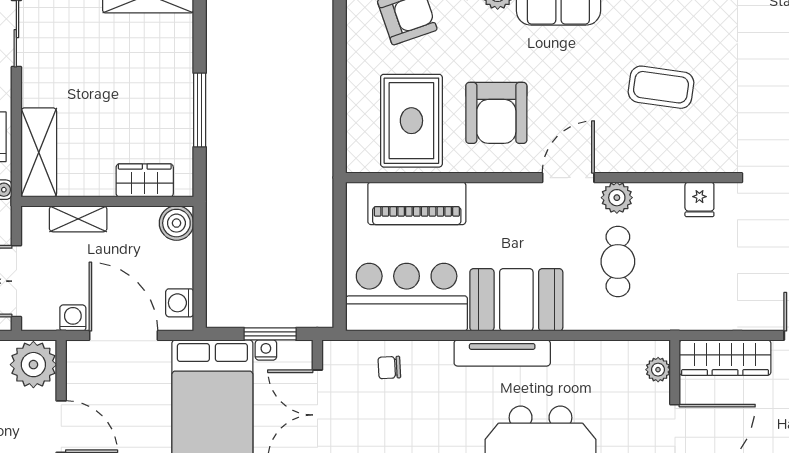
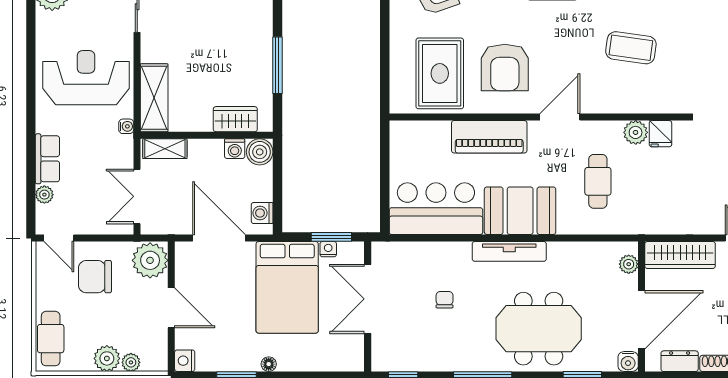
plant: (617, 198) -> (636, 132), moved
piano: (417, 203) -> (489, 137), moved
shelving: (78, 219) -> (165, 149), moved
washing machine: (73, 318) -> (235, 149), moved, turned 180
chair: (389, 368) -> (445, 300), moved, turned 93

